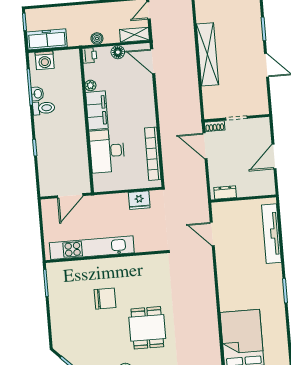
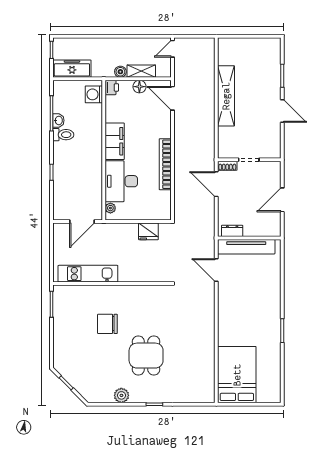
shelving: (134, 35) -> (141, 71), moved
washing machine: (45, 60) -> (94, 94), moved, turned 90
plant: (90, 85) -> (110, 208), moved
bookcase: (153, 154) -> (165, 164), moved
tv unit: (271, 234) -> (246, 247), moved, turned -90
kitchen unit: (92, 248) -> (88, 274), width x0.73
chair: (105, 299) -> (107, 324), turned 180

